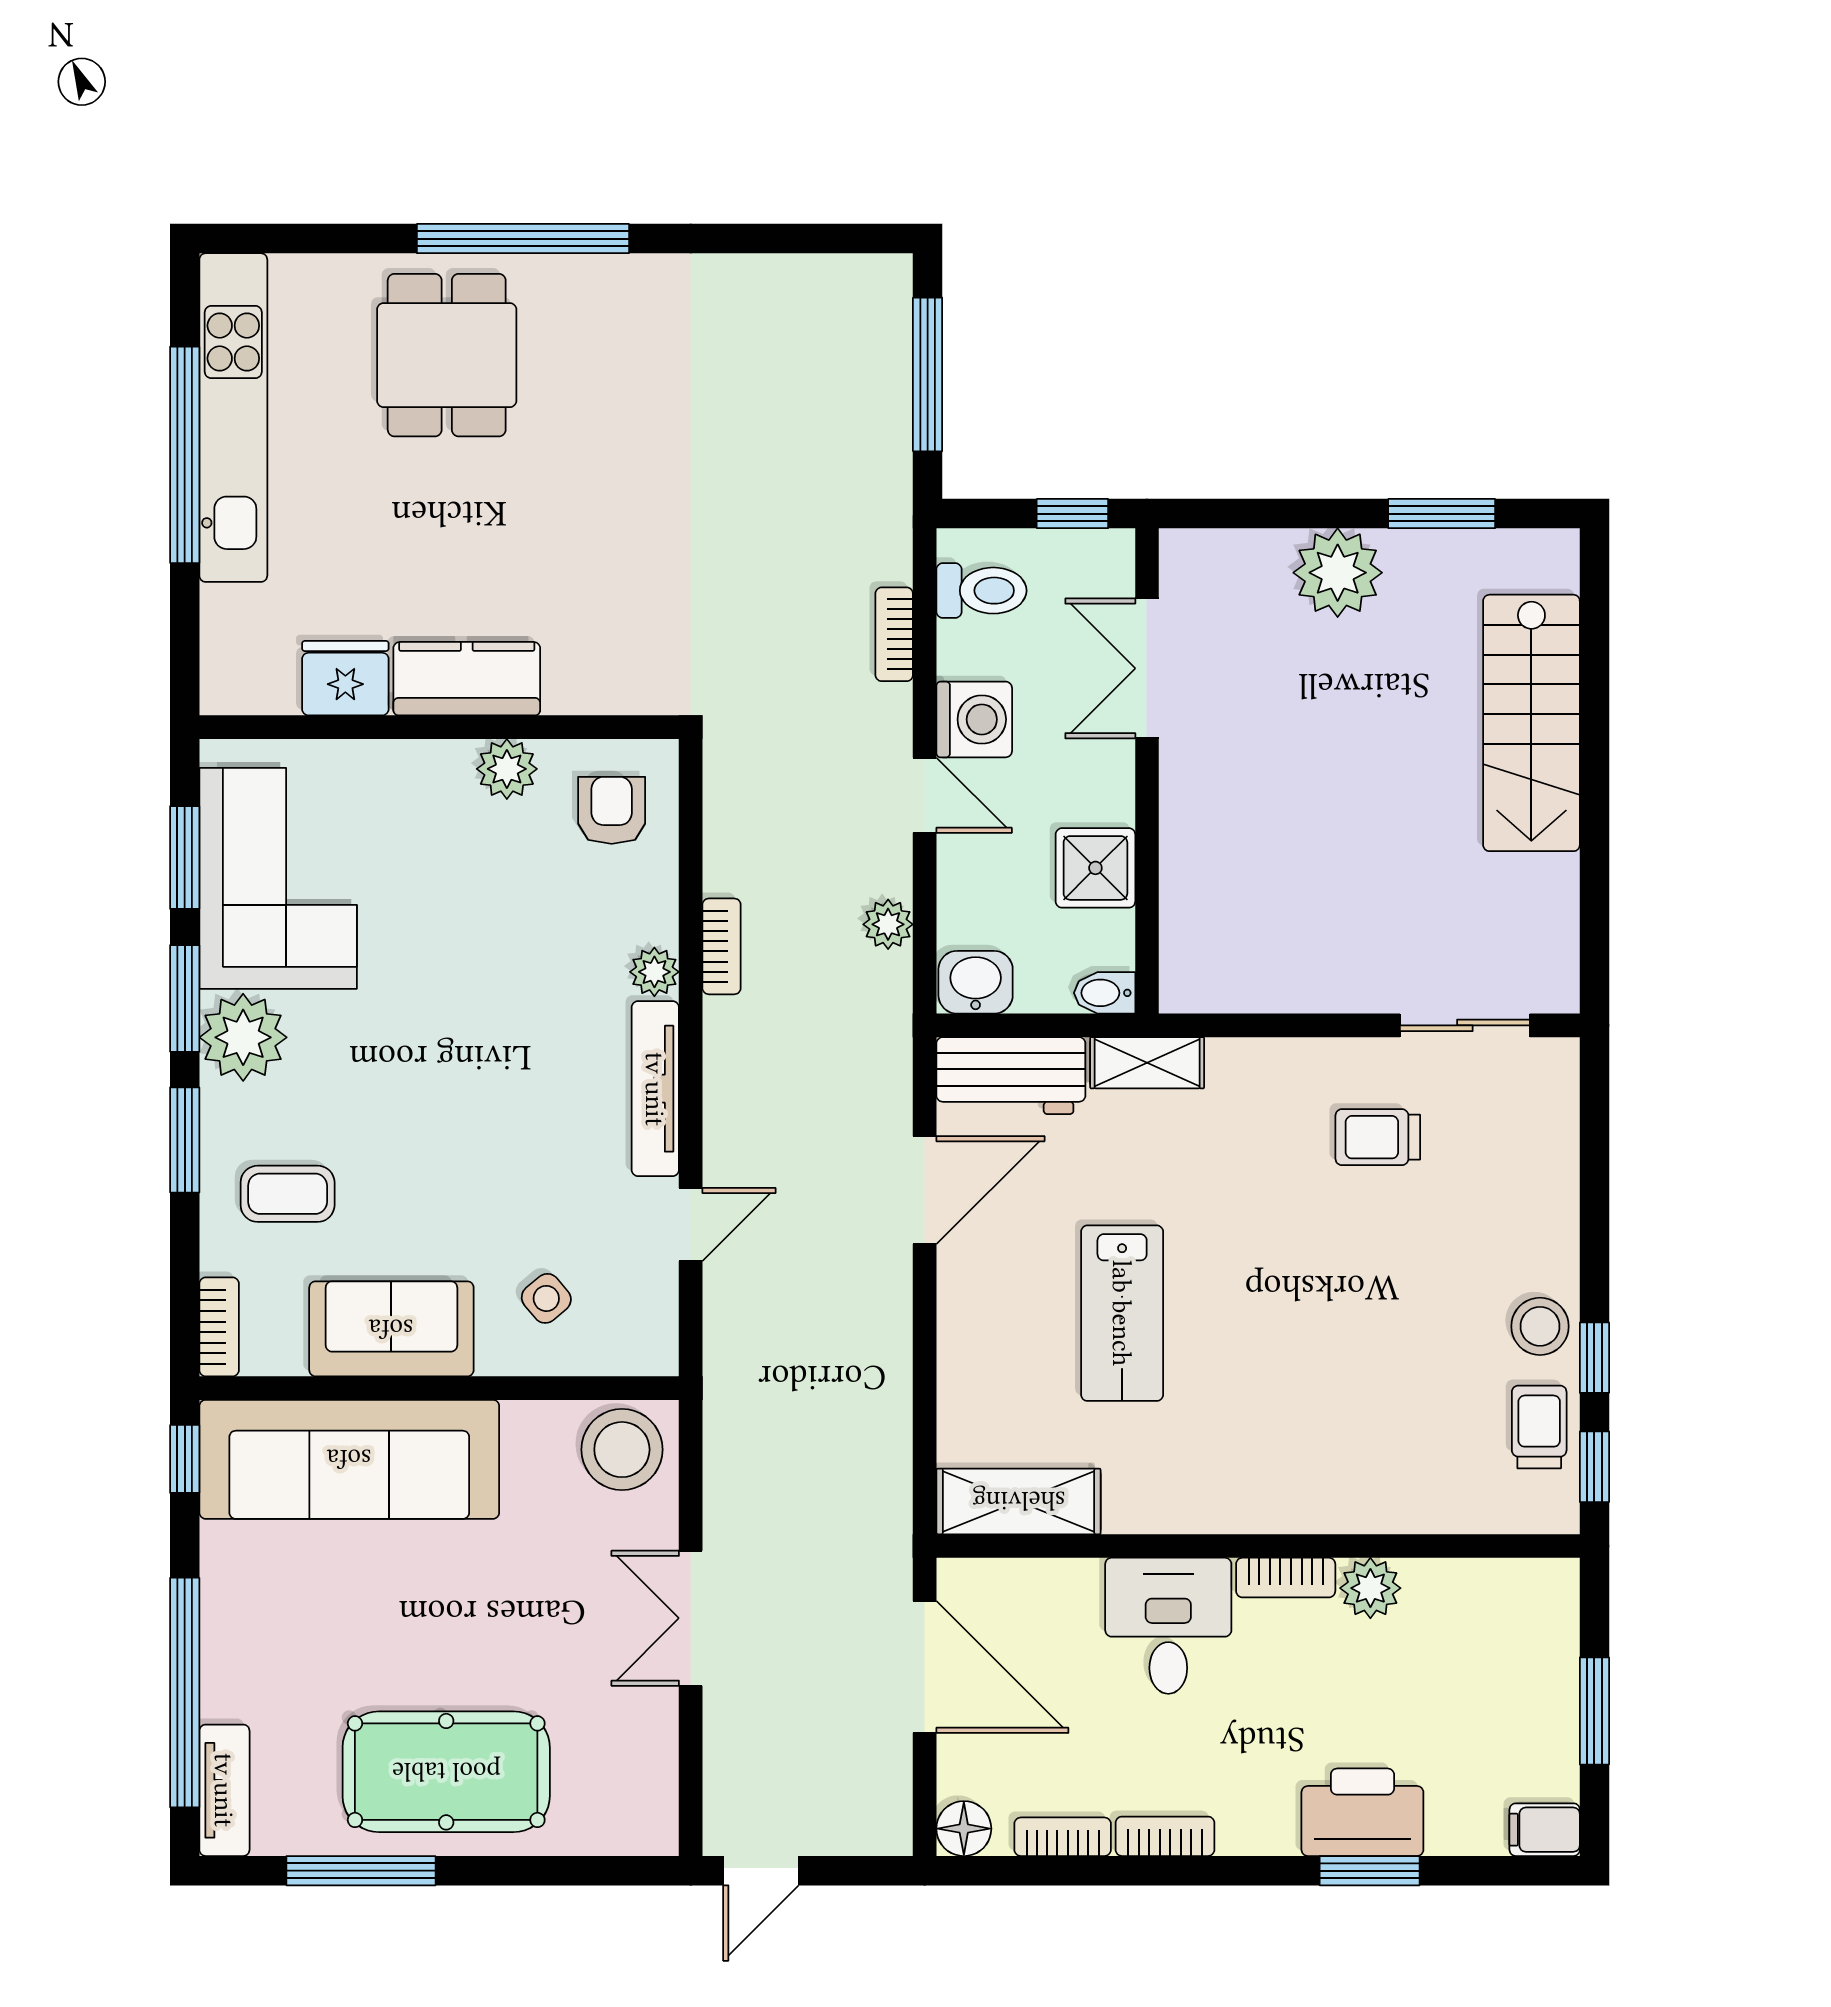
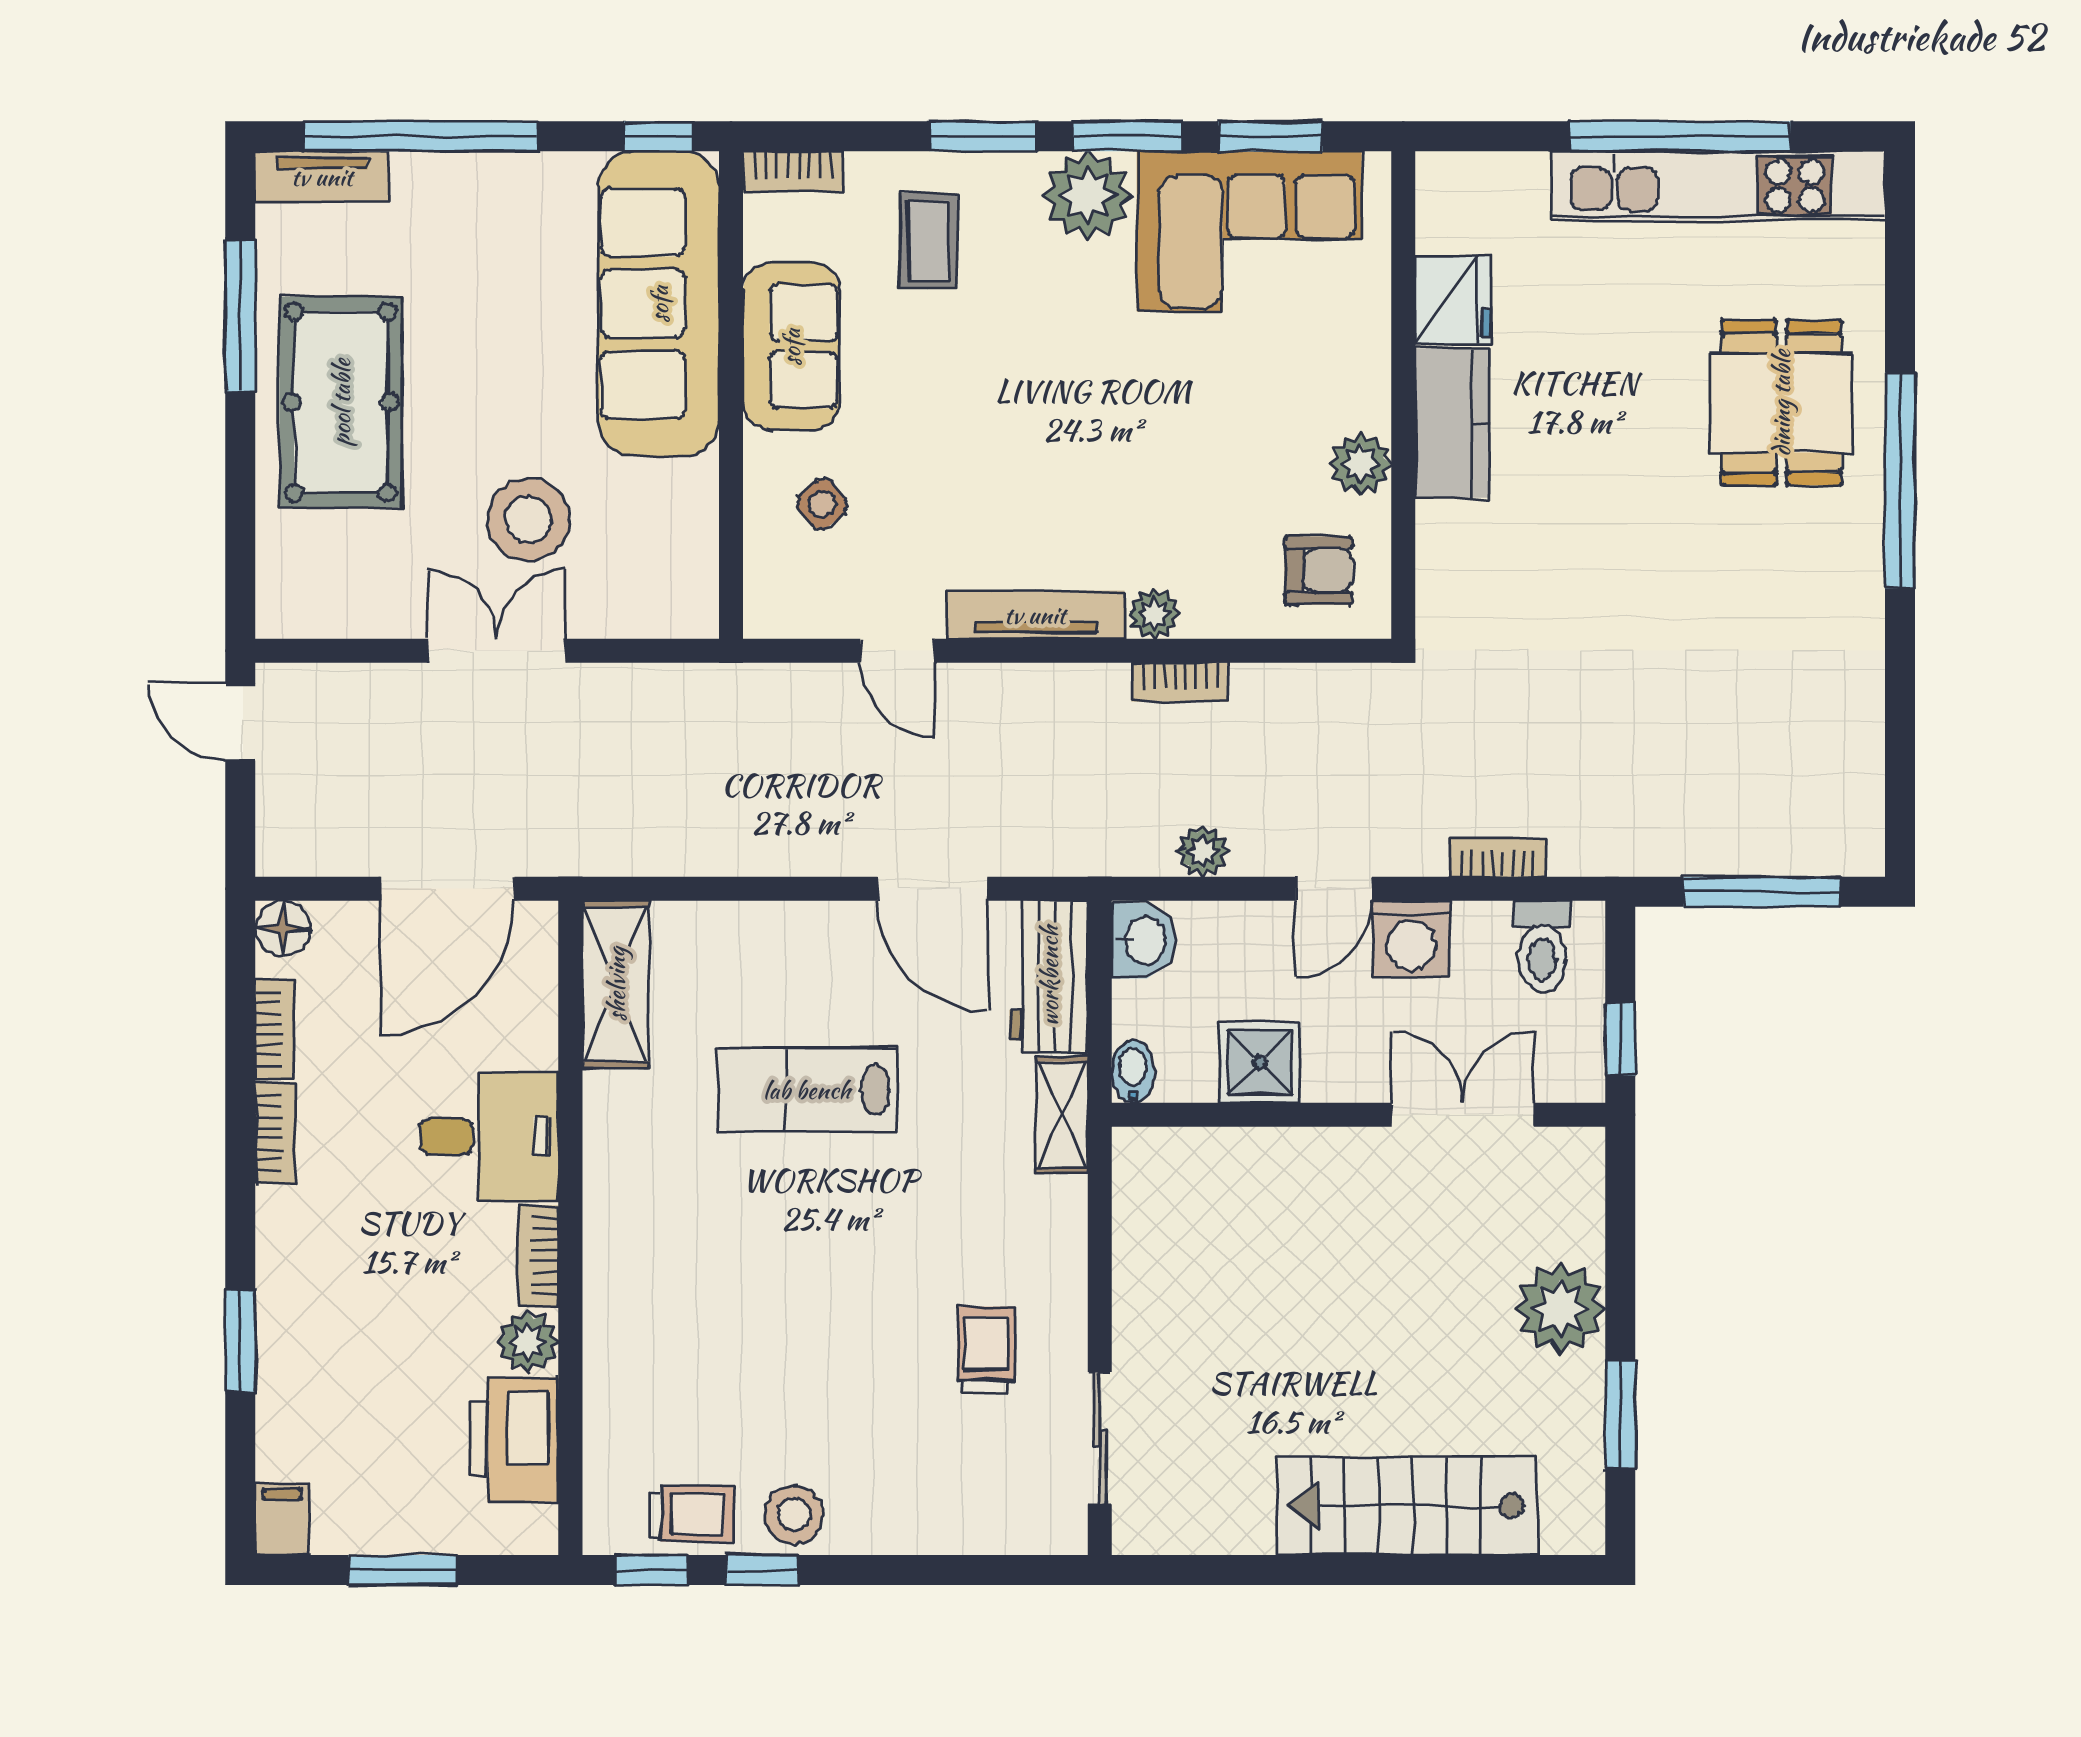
dining table: (447, 355) -> (1781, 403), turned 90
stool: (622, 1450) -> (528, 520), moved
printer: (1362, 1812) -> (514, 1440), moved, turned 180

